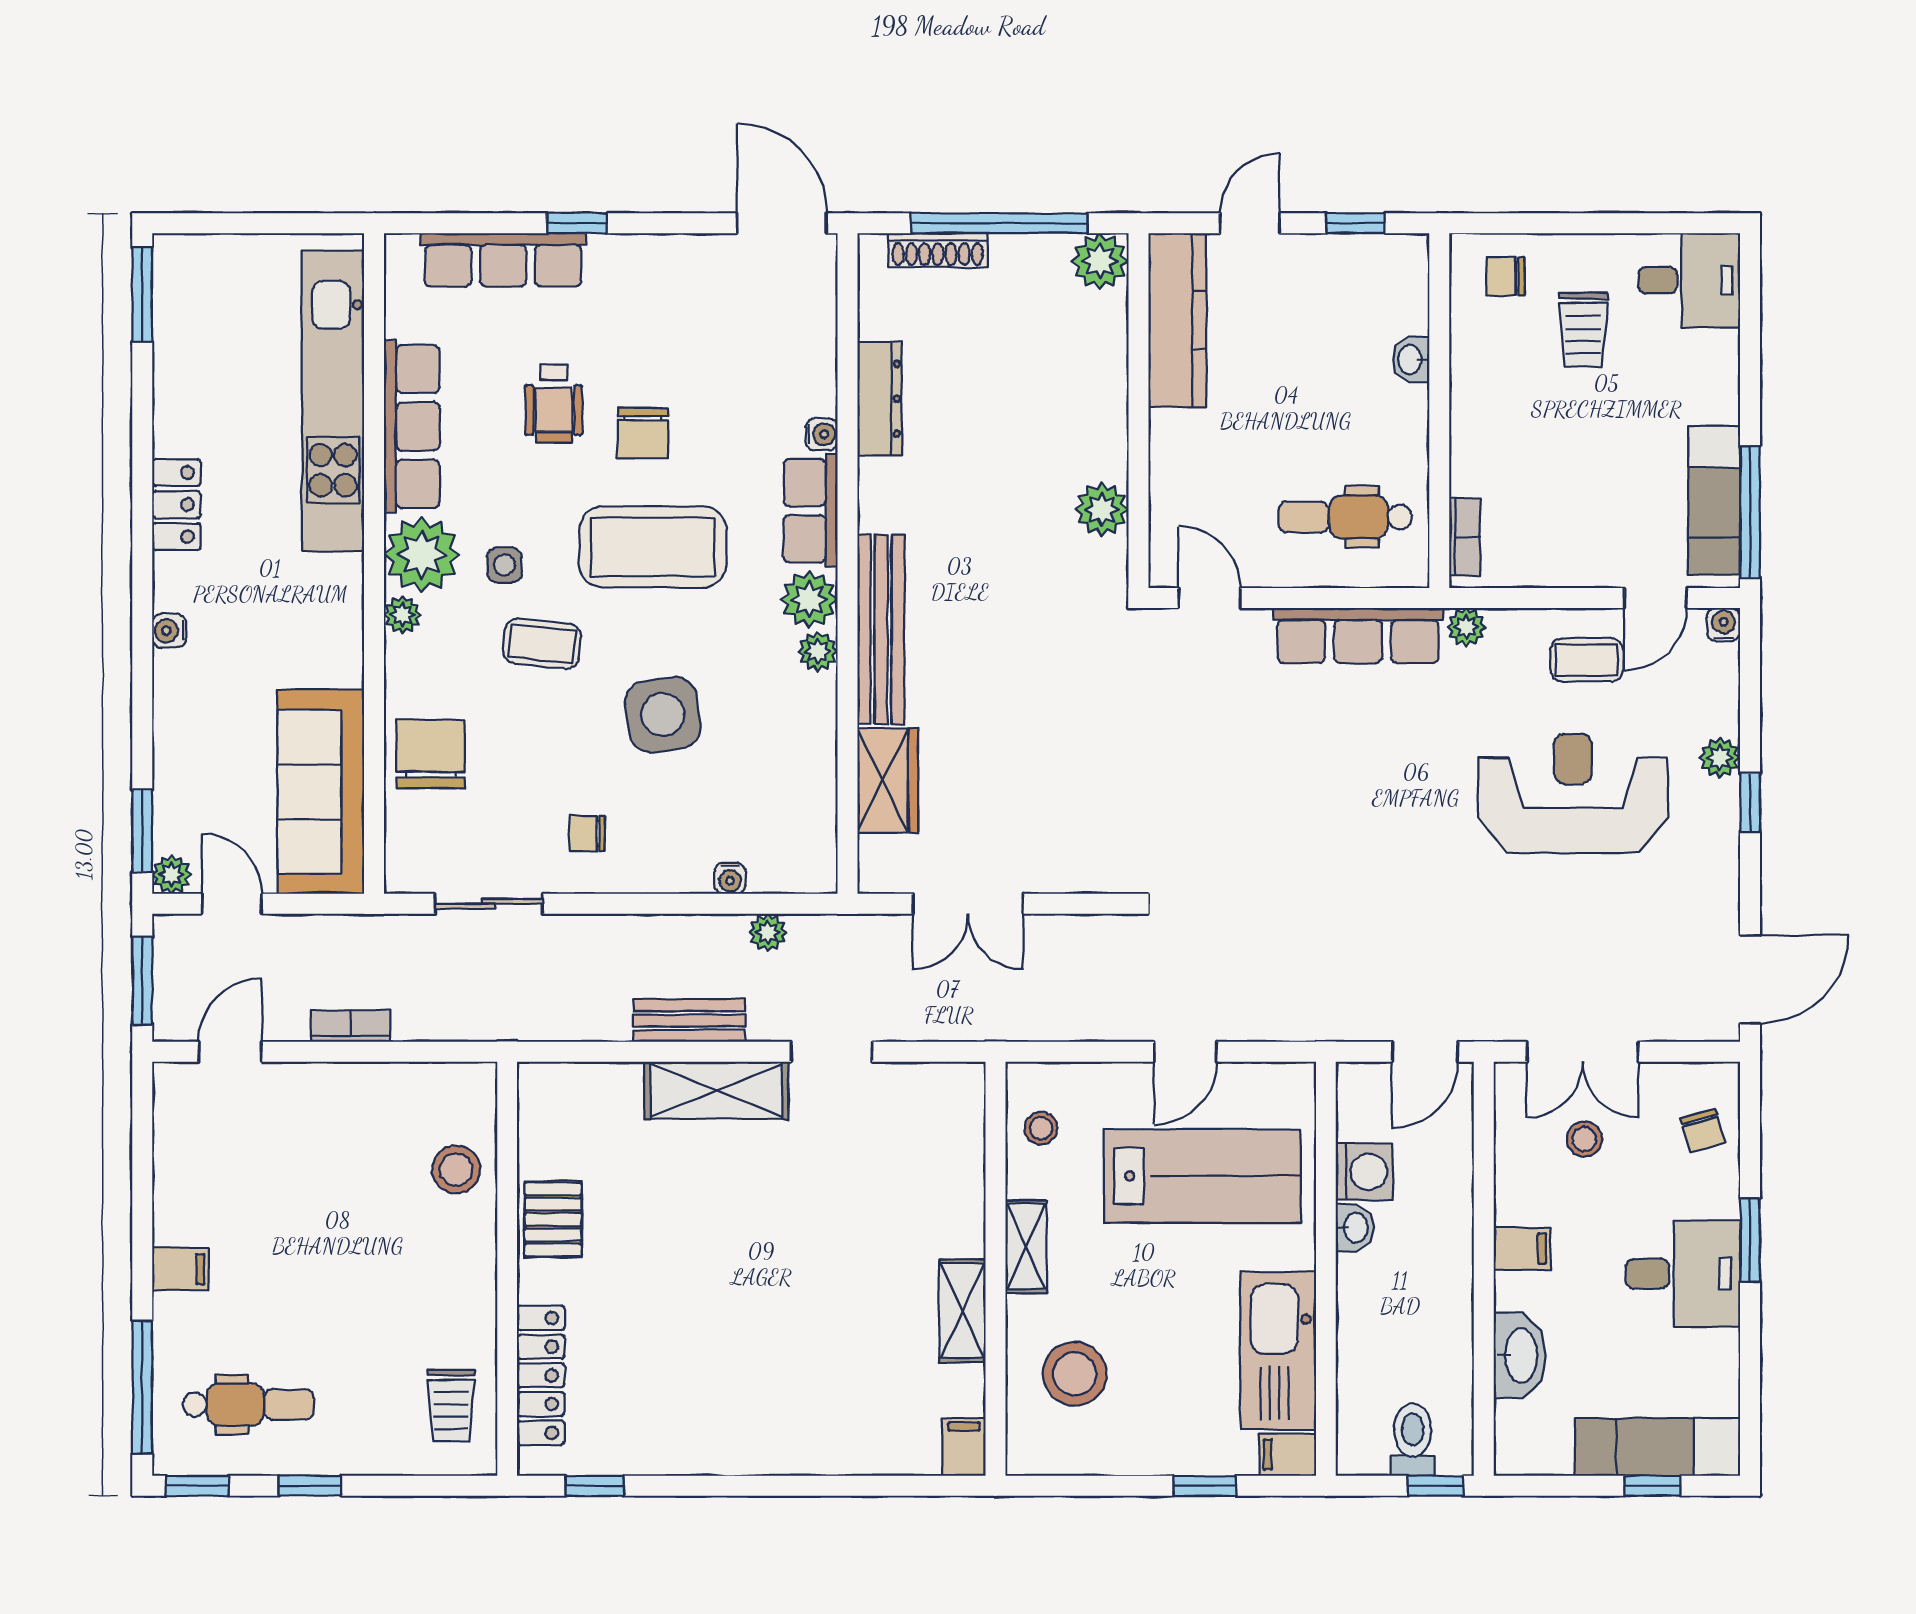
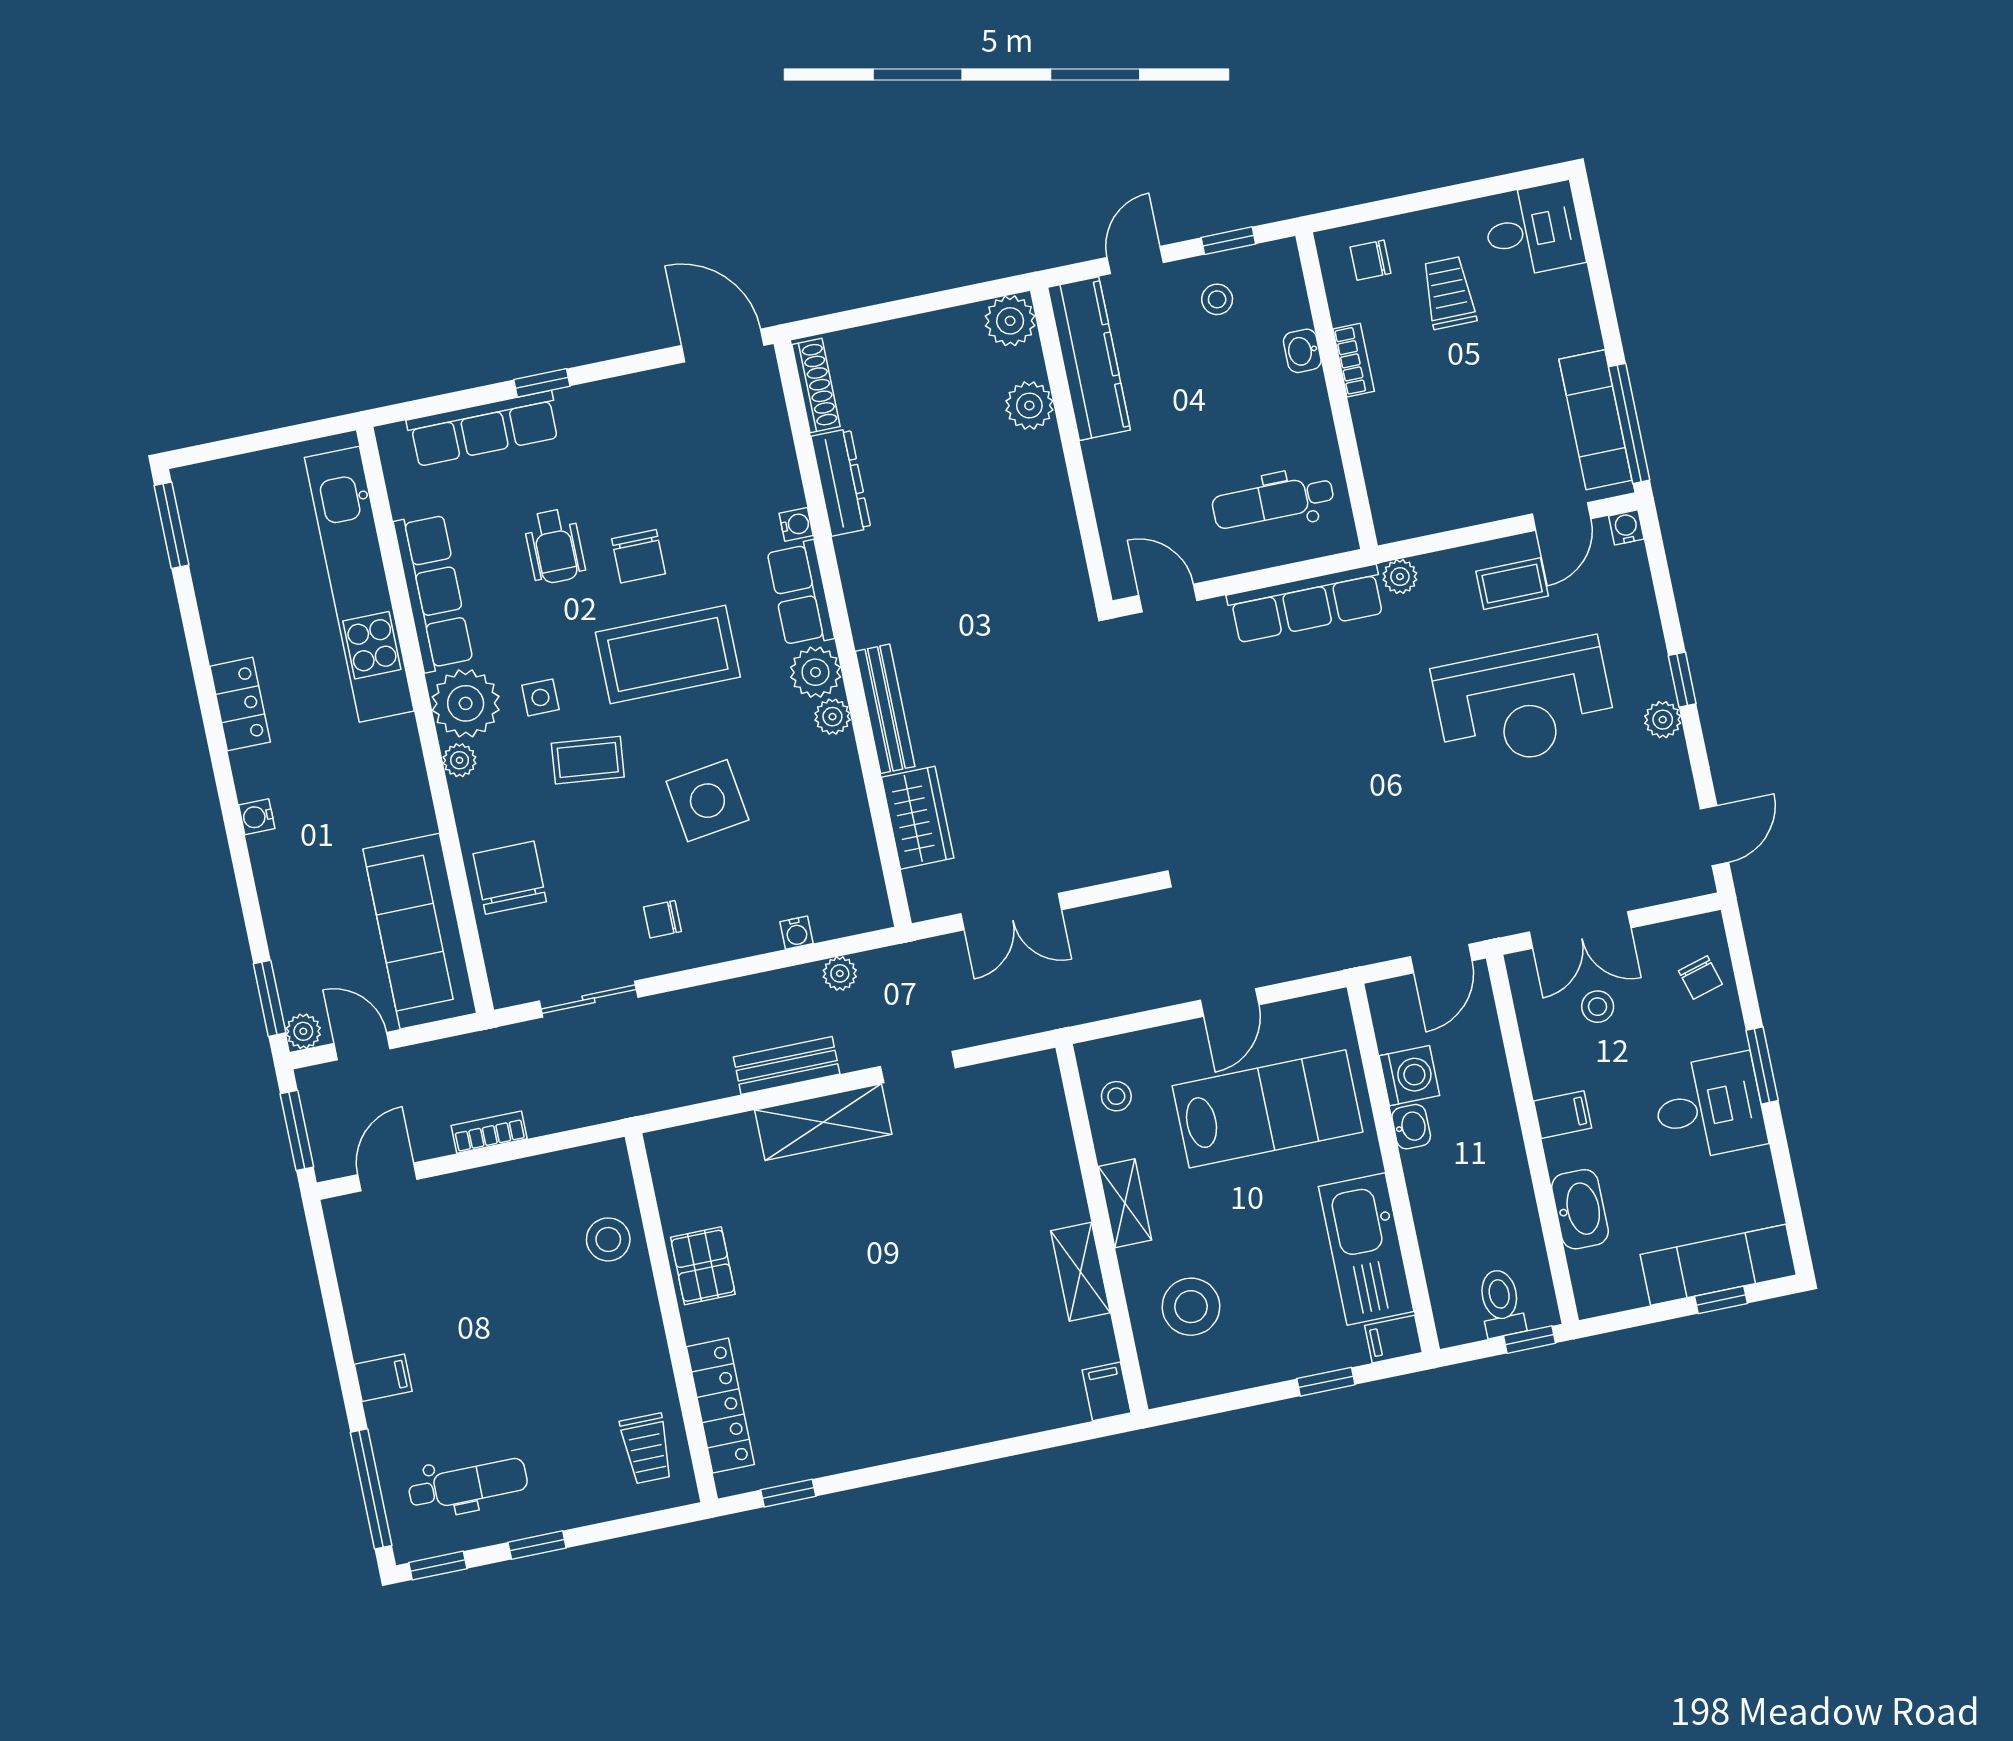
window: (999, 223) -> (914, 306), removed
shoe rack: (938, 250) -> (816, 385), moved, turned -90
stool: (1330, 284) -> (1217, 299), added
trolley: (1583, 330) -> (1449, 293), turned 180
plant: (1102, 509) -> (1029, 405), moved
bookcase: (1465, 537) -> (1354, 360), moved
bench: (881, 629) -> (885, 709), width x0.73, depth x0.82
plant: (1720, 758) -> (1663, 720), moved
reception desk: (1573, 793) -> (1524, 704), turned 180
door: (1750, 979) -> (1714, 836), width x0.73

